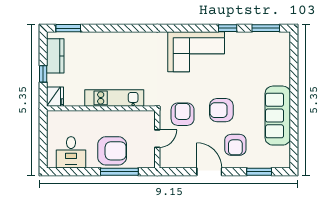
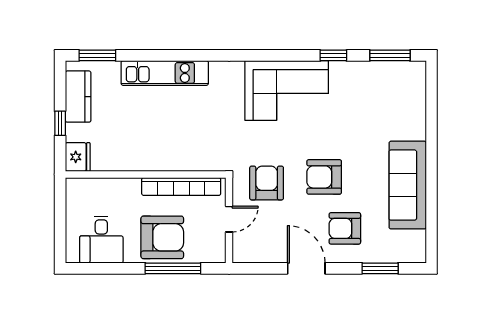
kitchen unit: (114, 98) -> (165, 73), moved, turned 180
bookcase: (125, 117) -> (181, 187), added
armchair: (235, 145) -> (345, 228), turned 90

